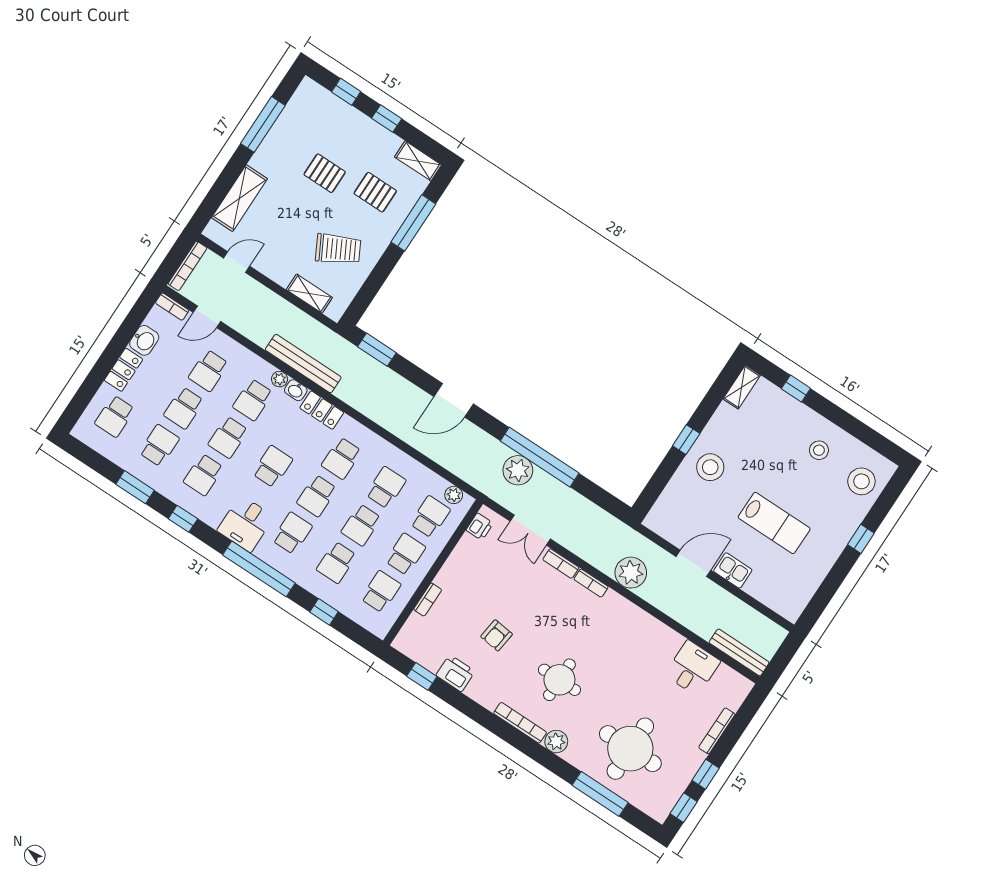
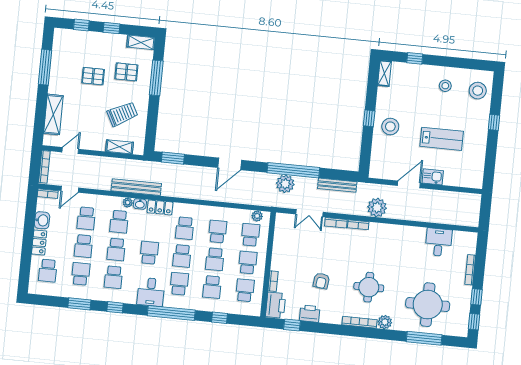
printer: (480, 527) -> (276, 305), moved, width x1.87, depth x1.48
bench: (739, 652) -> (337, 185), moved

